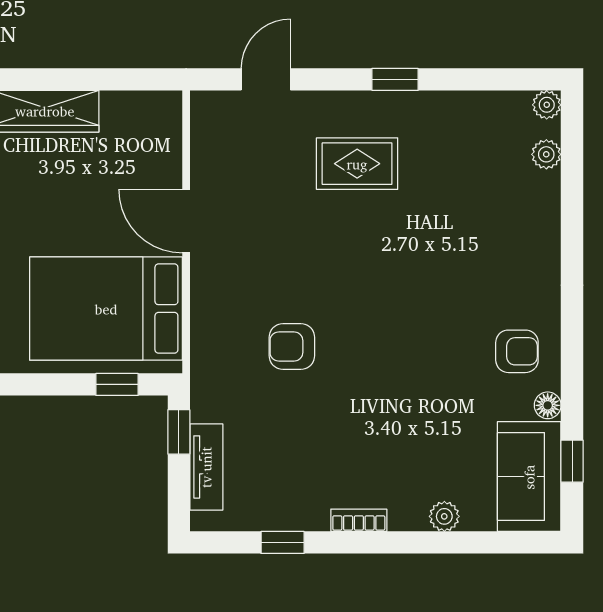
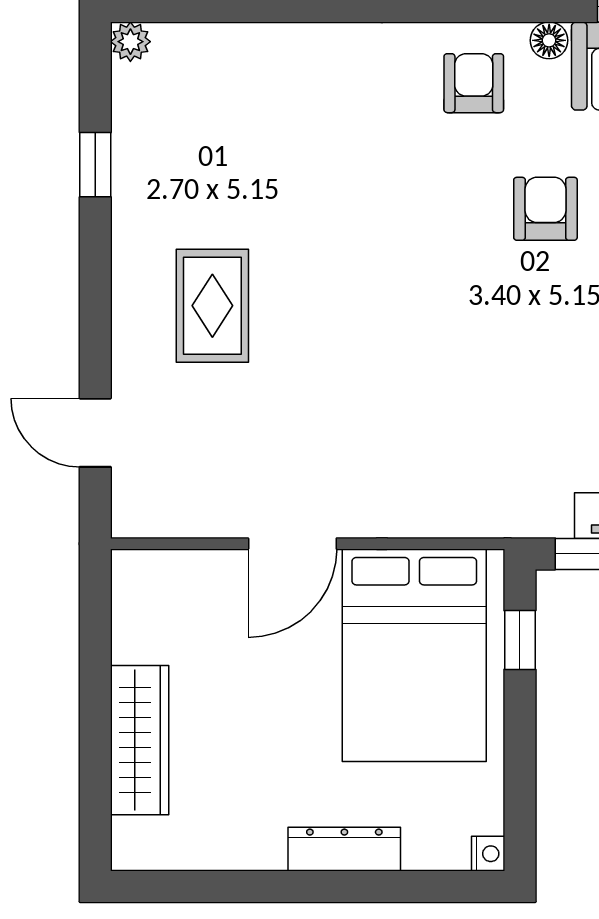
window: (395, 79) -> (95, 165), moved
plant: (546, 154) -> (200, 42), removed
armchair: (292, 347) -> (545, 209), moved, turned 180

